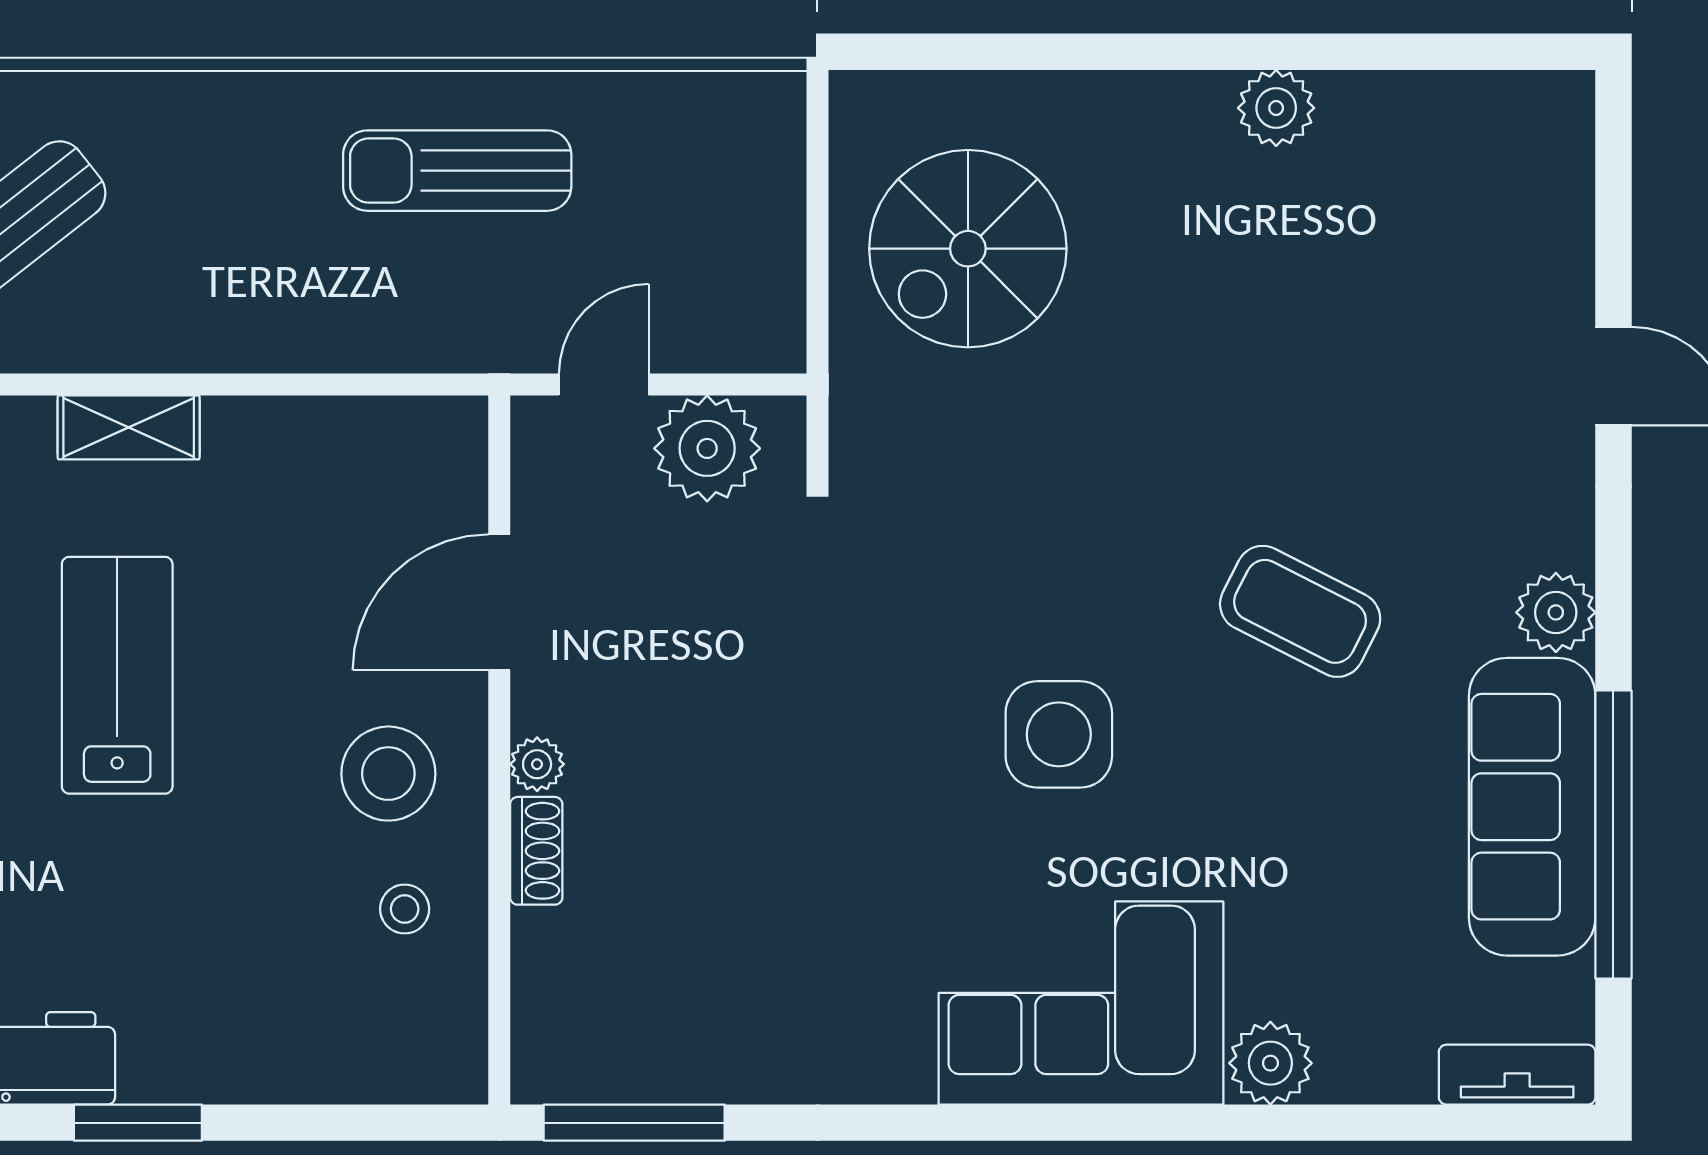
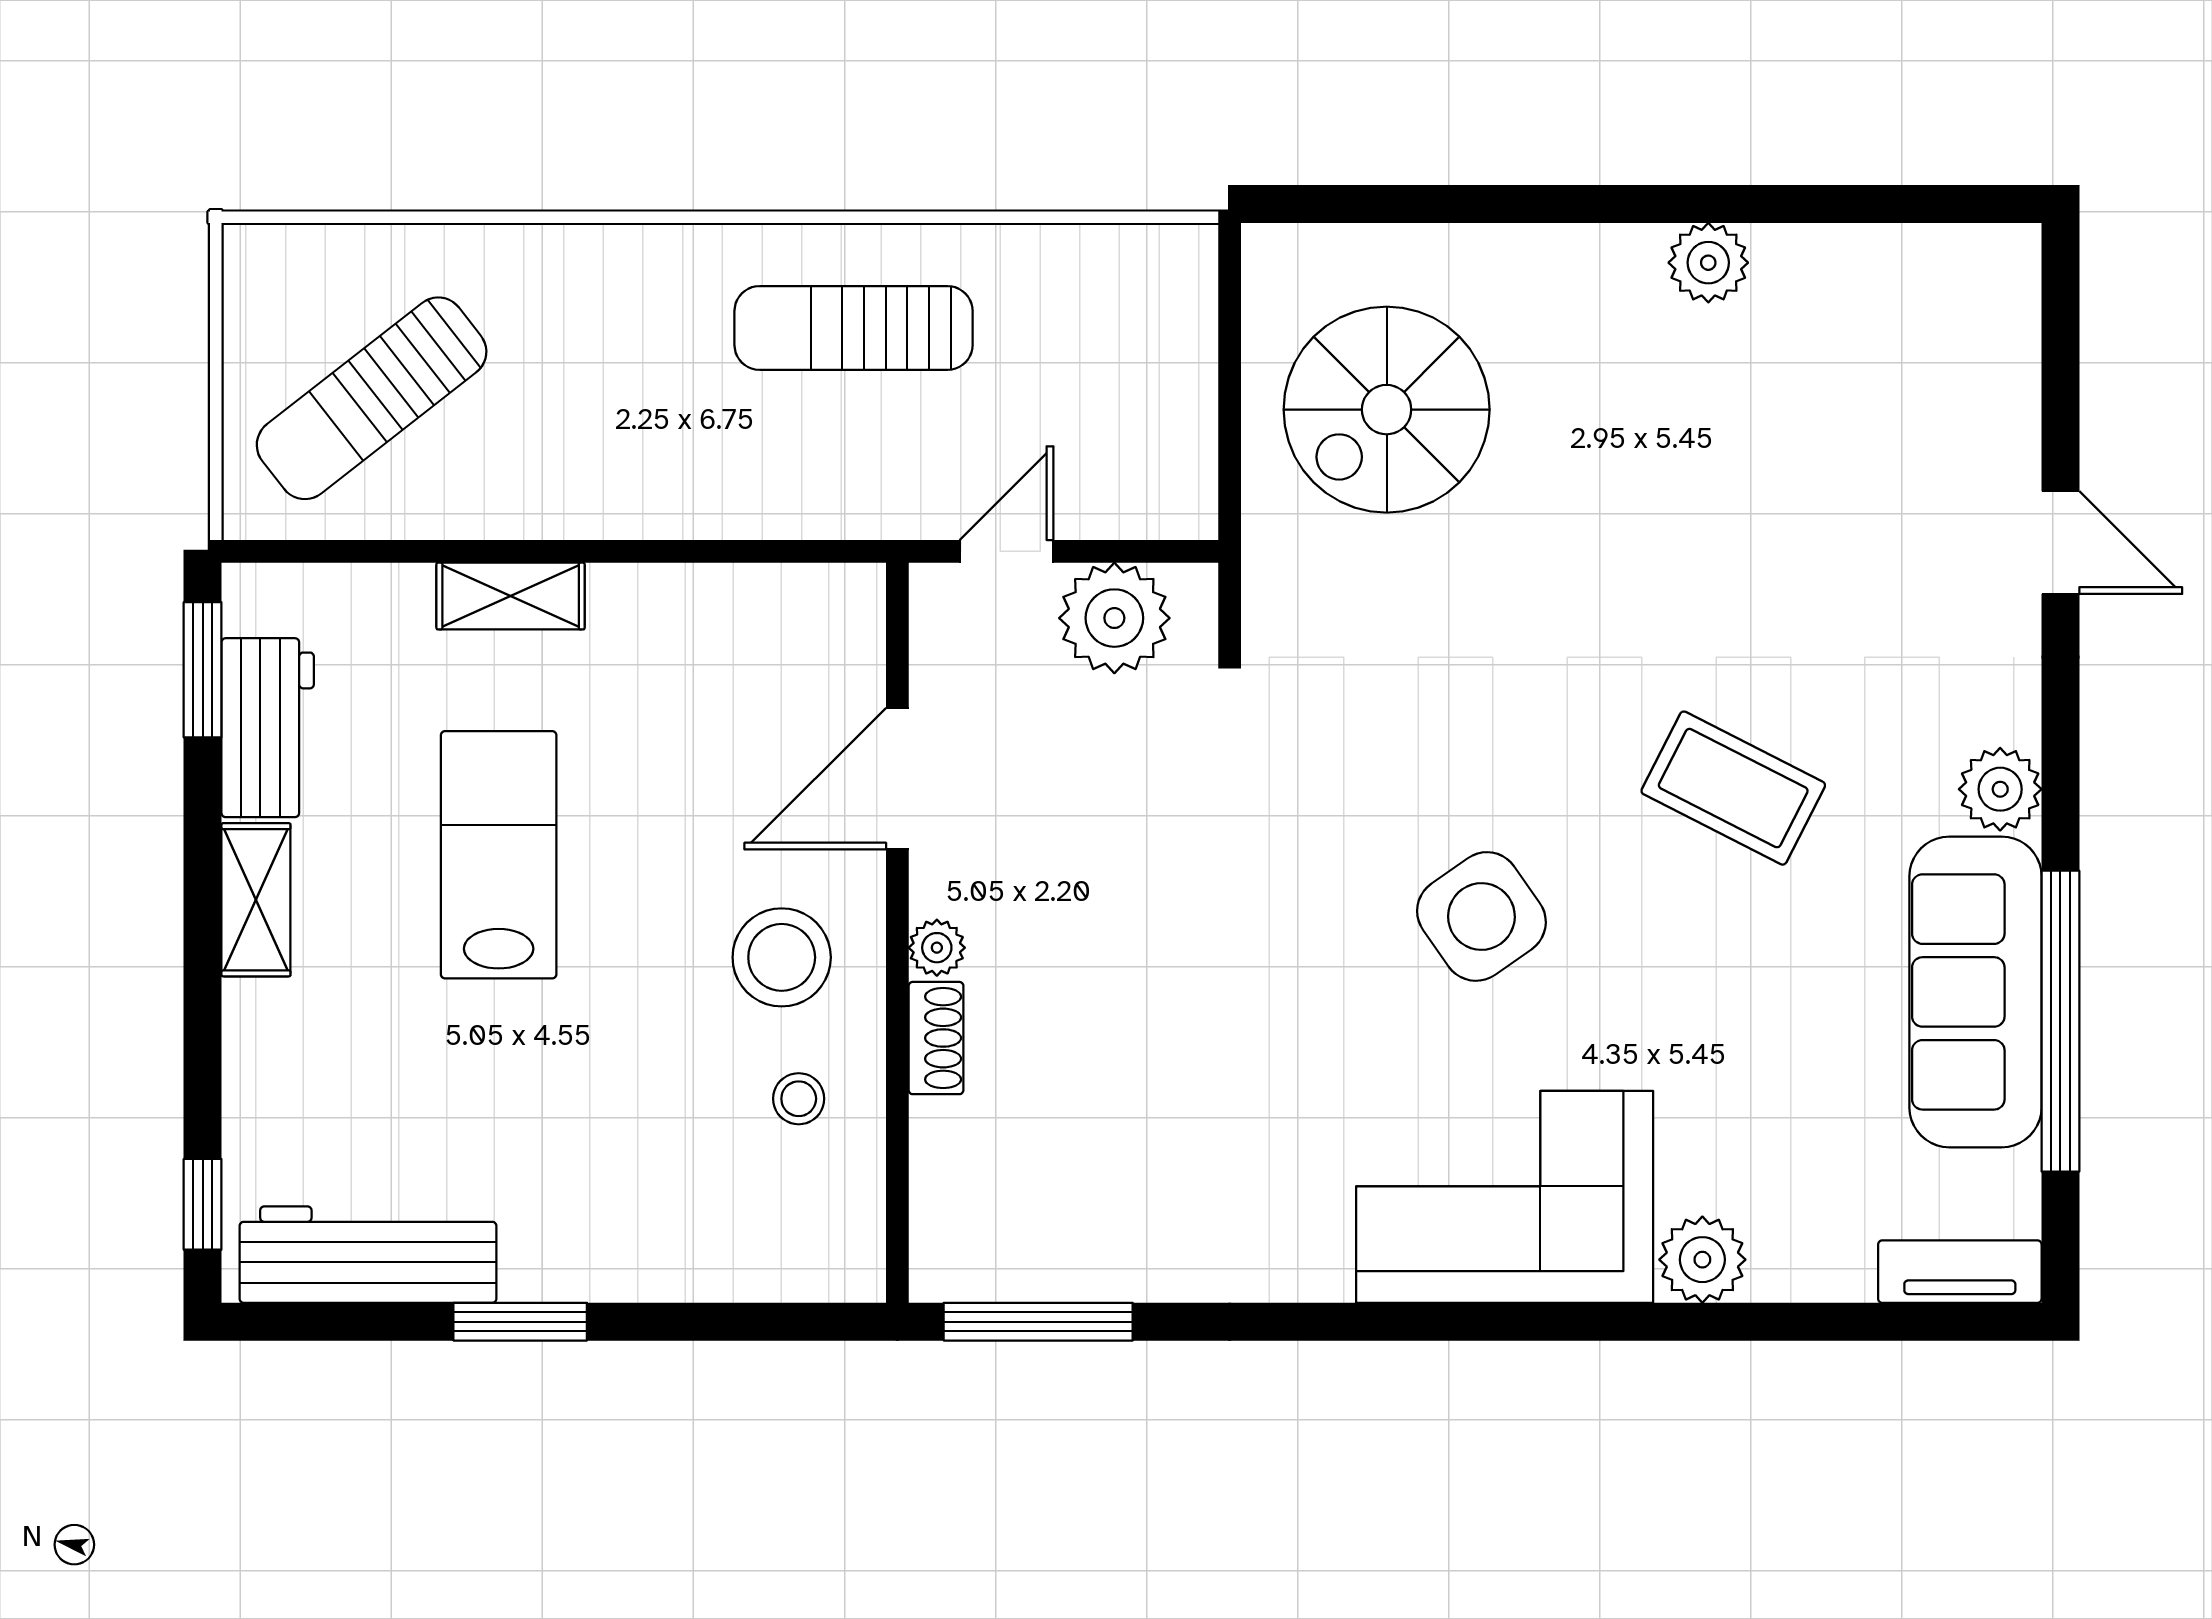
side table: (1059, 734) -> (1481, 916), turned -35

